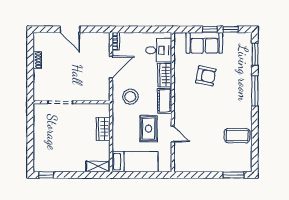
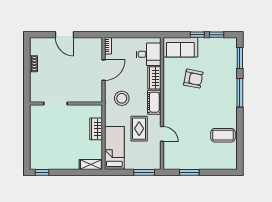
sofa: (204, 43) -> (180, 47), moved
bed: (135, 162) -> (114, 148), moved, turned -90
window: (154, 175) -> (144, 172), added
window: (234, 175) -> (189, 172), moved

